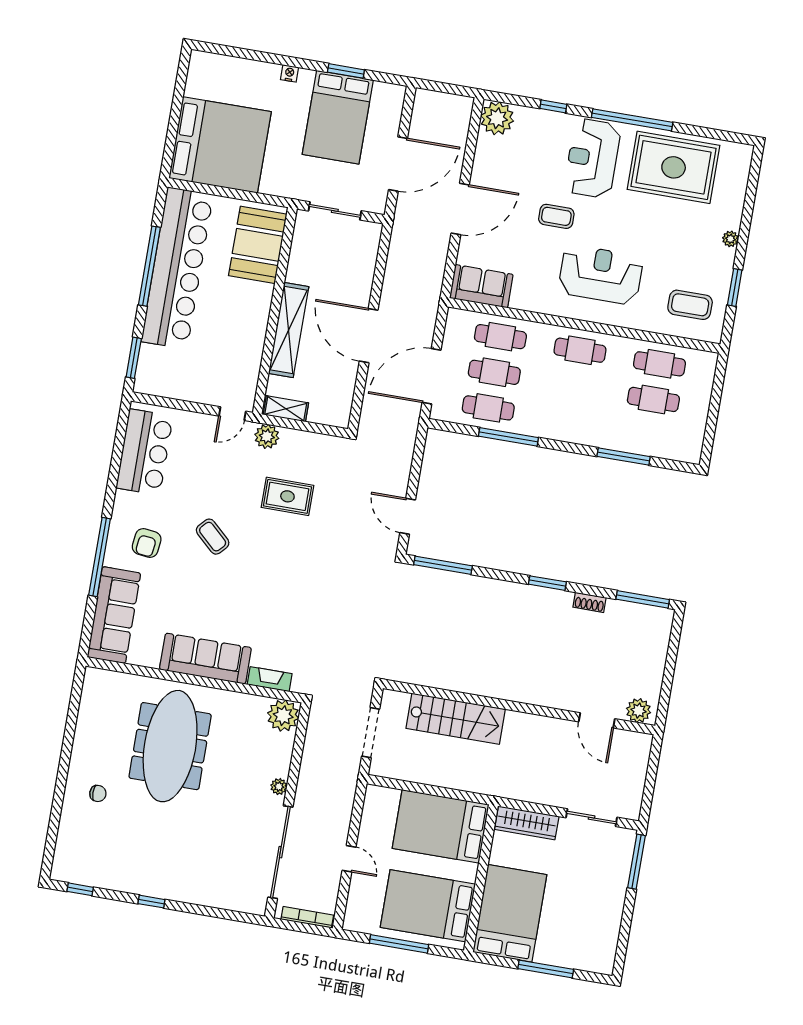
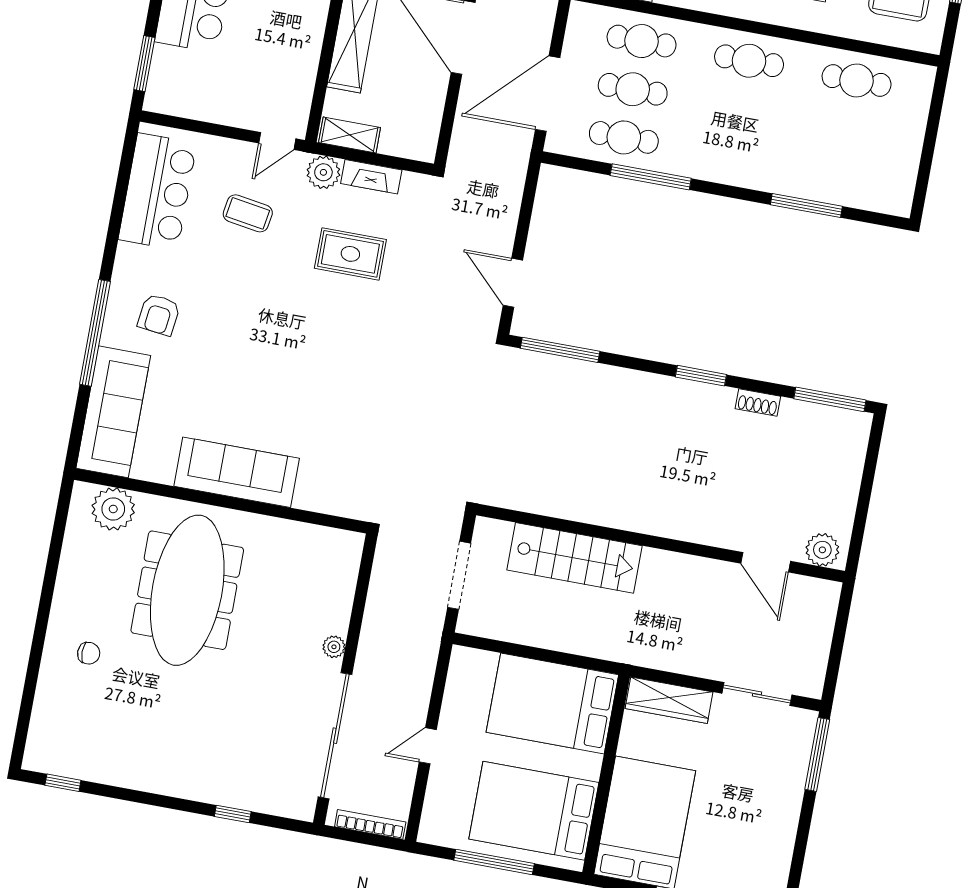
cafe table: (653, 399) -> (848, 129), removed
coffee table: (213, 537) -> (248, 213), moved, turned -34
fireplace: (270, 679) -> (371, 177), moved, turned 180
plant: (283, 716) -> (113, 509), moved
door: (349, 859) -> (428, 746), swing flipped
window: (151, 902) -> (233, 814), moved

